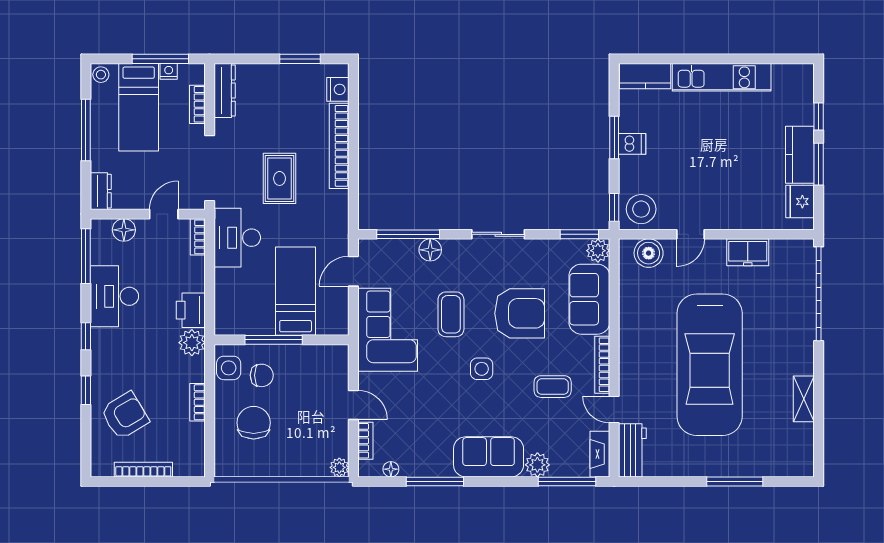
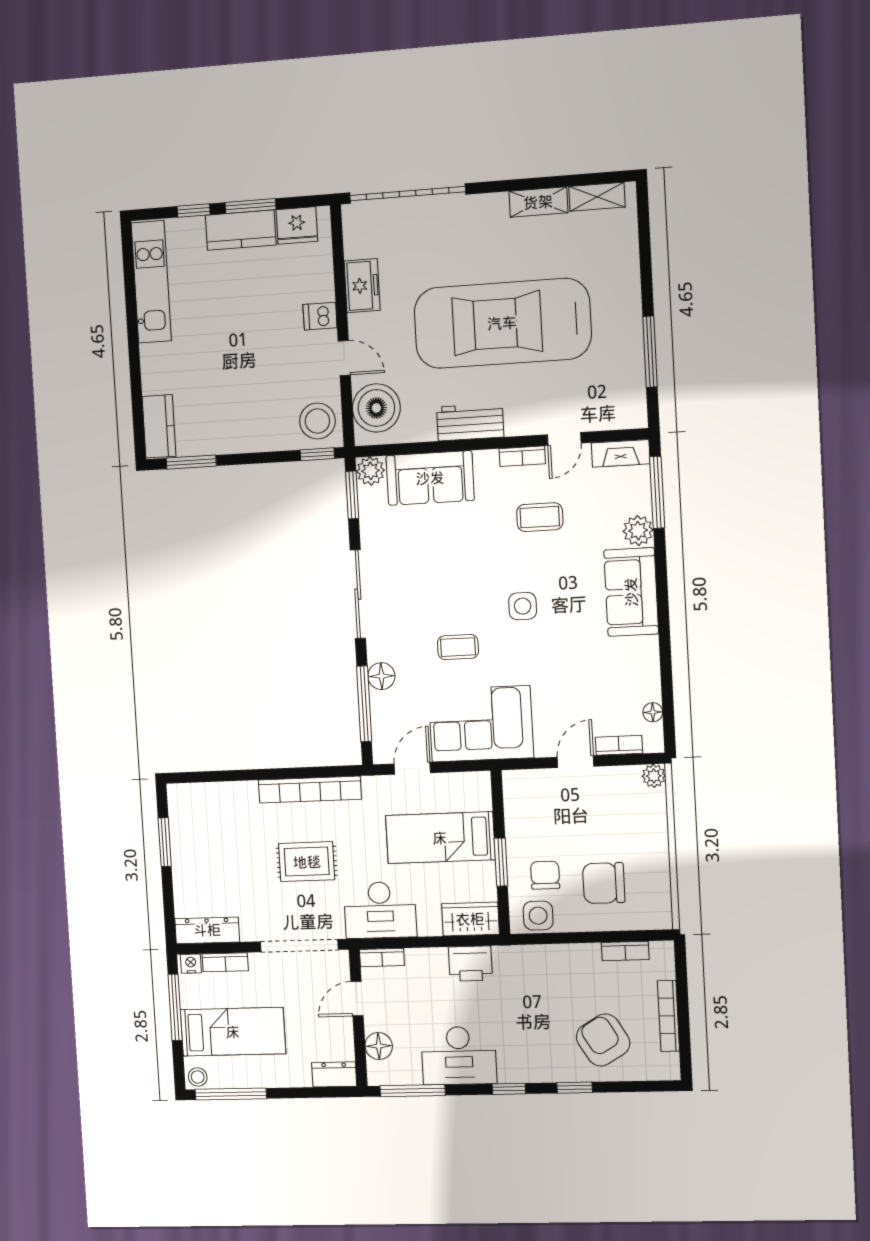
nightstand: (169, 71) -> (191, 964), moved, turned 90
kitchen unit: (722, 77) -> (151, 282), moved
nightstand: (338, 89) -> (197, 796), removed
window: (86, 130) -> (231, 1094), moved
window: (614, 137) -> (191, 462), moved
dishwasher: (632, 144) -> (320, 316), moved, turned -90
bookcase: (339, 146) -> (310, 790), moved
door: (164, 214) -> (357, 999), hinge flipped
sliding door: (498, 234) -> (358, 594), width x1.37
boiler: (649, 253) -> (376, 408), width x1.37, depth x1.37
door: (353, 271) -> (412, 768), swing flipped
wardrobe: (227, 312) -> (470, 919), added
armchair: (520, 313) -> (452, 563), removed
coffee table: (451, 314) -> (458, 647), width x0.73, depth x0.77
window: (274, 340) -> (501, 862), width x0.69
plant: (192, 343) -> (510, 961), removed
bookcase: (602, 365) -> (522, 456), width x0.64
car: (710, 365) -> (502, 323), turned 180
coffee table: (553, 387) -> (540, 517), turned 90
bookcase: (197, 402) -> (625, 951), moved
shelving: (804, 446) -> (597, 197), added
workbench: (632, 450) -> (470, 422), moved
window: (435, 482) -> (665, 657), removed
window: (735, 482) -> (650, 352), moved

